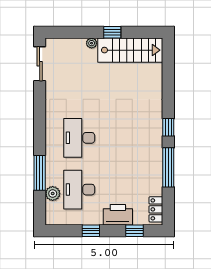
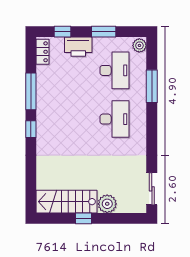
plant: (92, 43) -> (107, 204), width x1.88, depth x1.88
plant: (53, 194) -> (139, 45), moved
window: (91, 231) -> (104, 32), width x1.50

